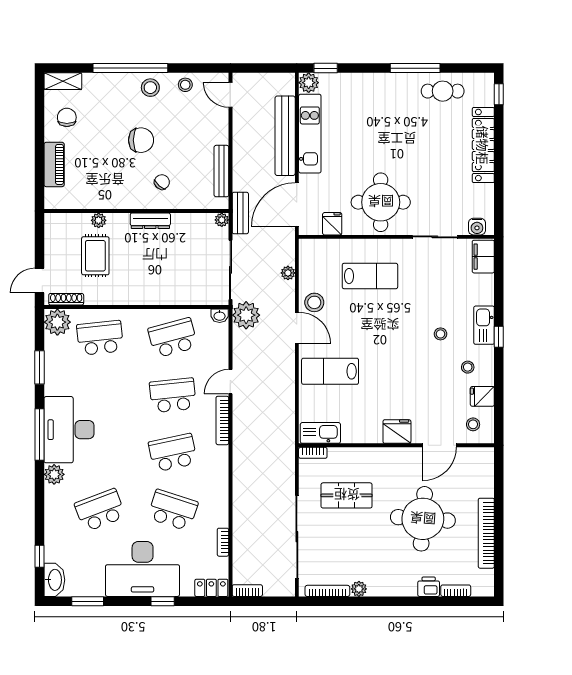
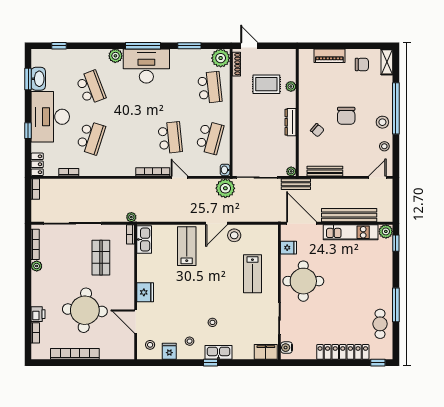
plant: (288, 273) -> (131, 217), moved
school desk: (173, 338) -> (210, 138), turned 30
school desk: (173, 453) -> (130, 138), removed
washbasin: (54, 580) -> (38, 79), moved, turned -90

